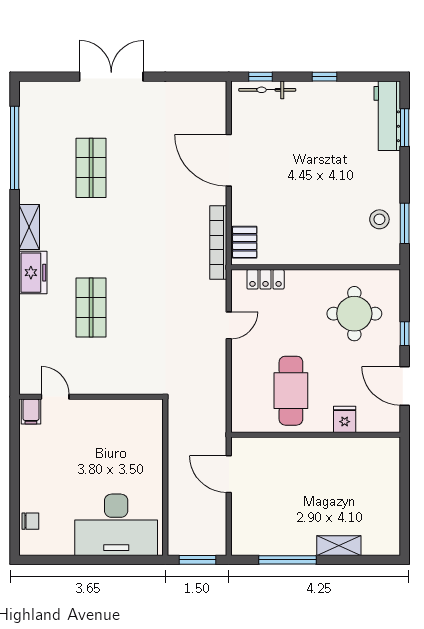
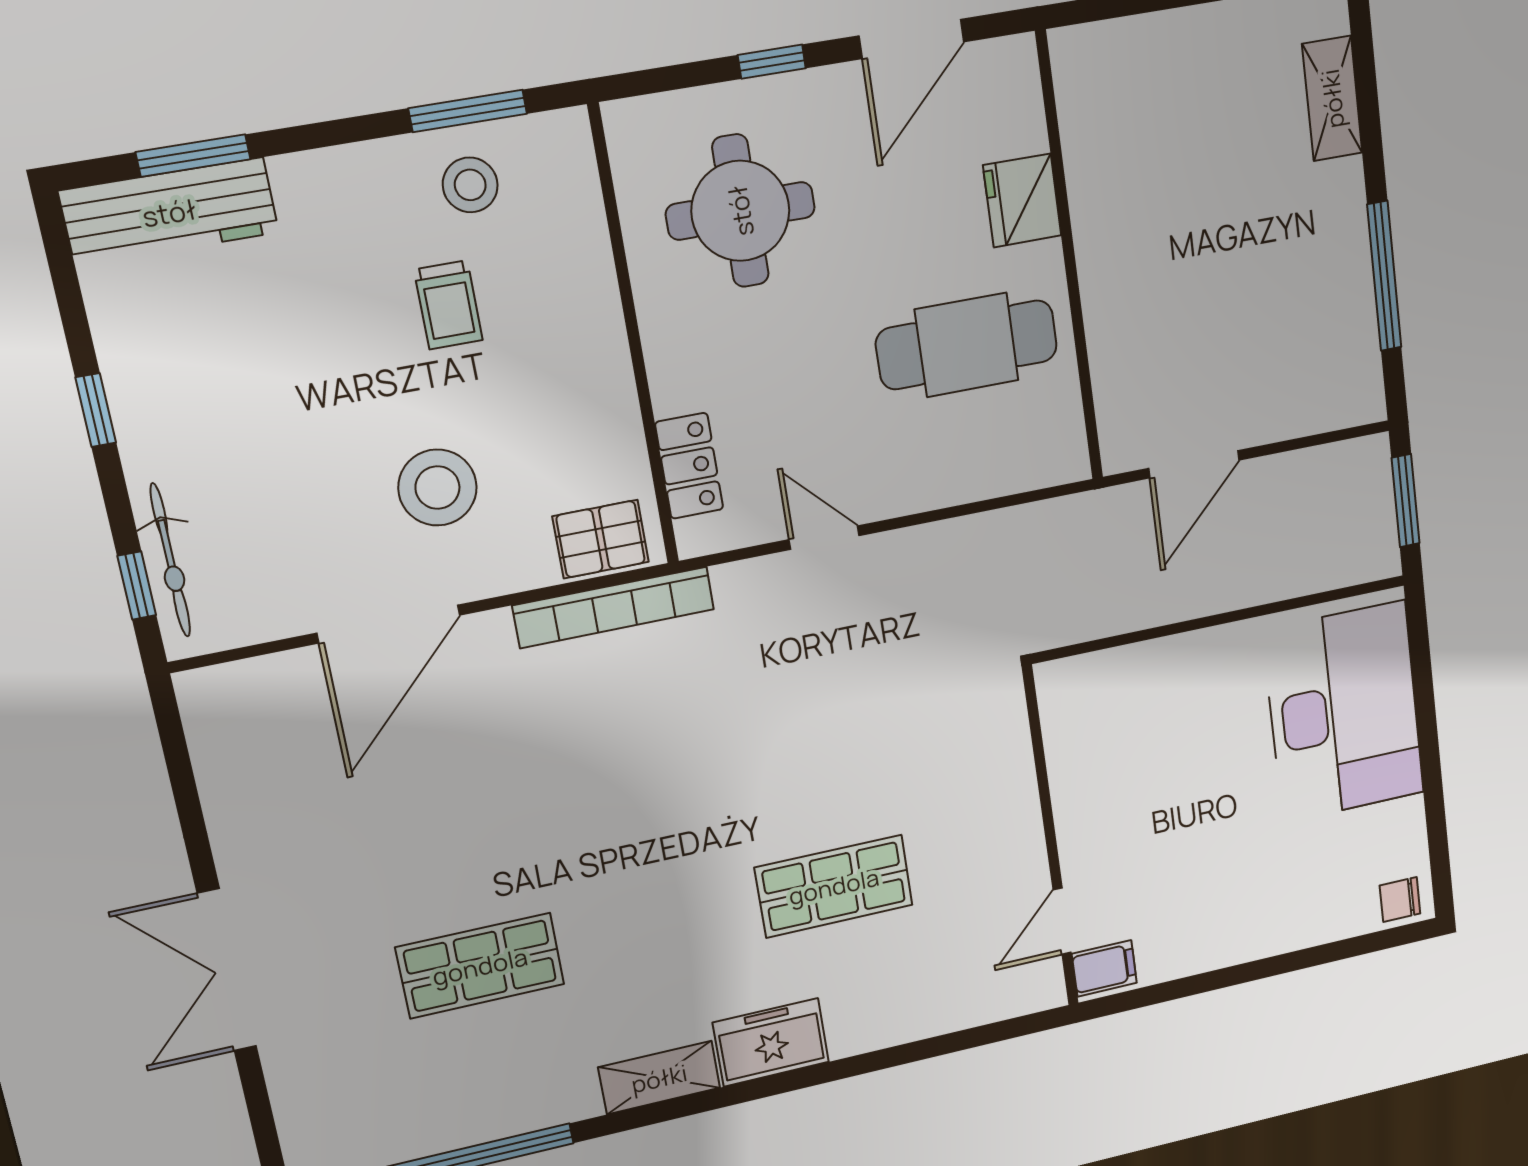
stool: (275, 187) -> (437, 488), added
trolley: (339, 204) -> (448, 305), added
fridge: (345, 419) -> (1022, 200), width x1.38
chair: (30, 521) -> (1400, 900), moved, turned -90
shelving: (339, 546) -> (1332, 99), moved

